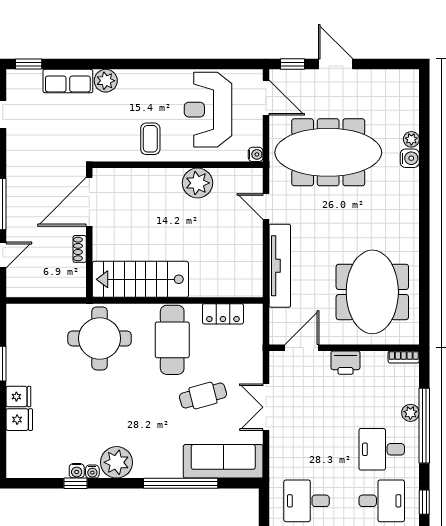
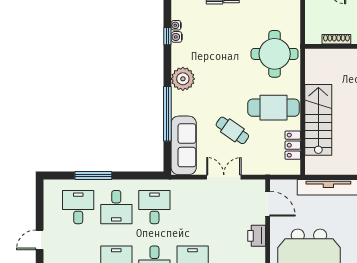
shoe rack: (80, 249) -> (336, 39), width x1.43
stairs: (140, 279) -> (318, 120), moved
cafe table: (203, 396) -> (232, 130), turned -40
plant: (117, 462) -> (183, 79), moved
water cooler: (92, 472) -> (176, 25), moved

